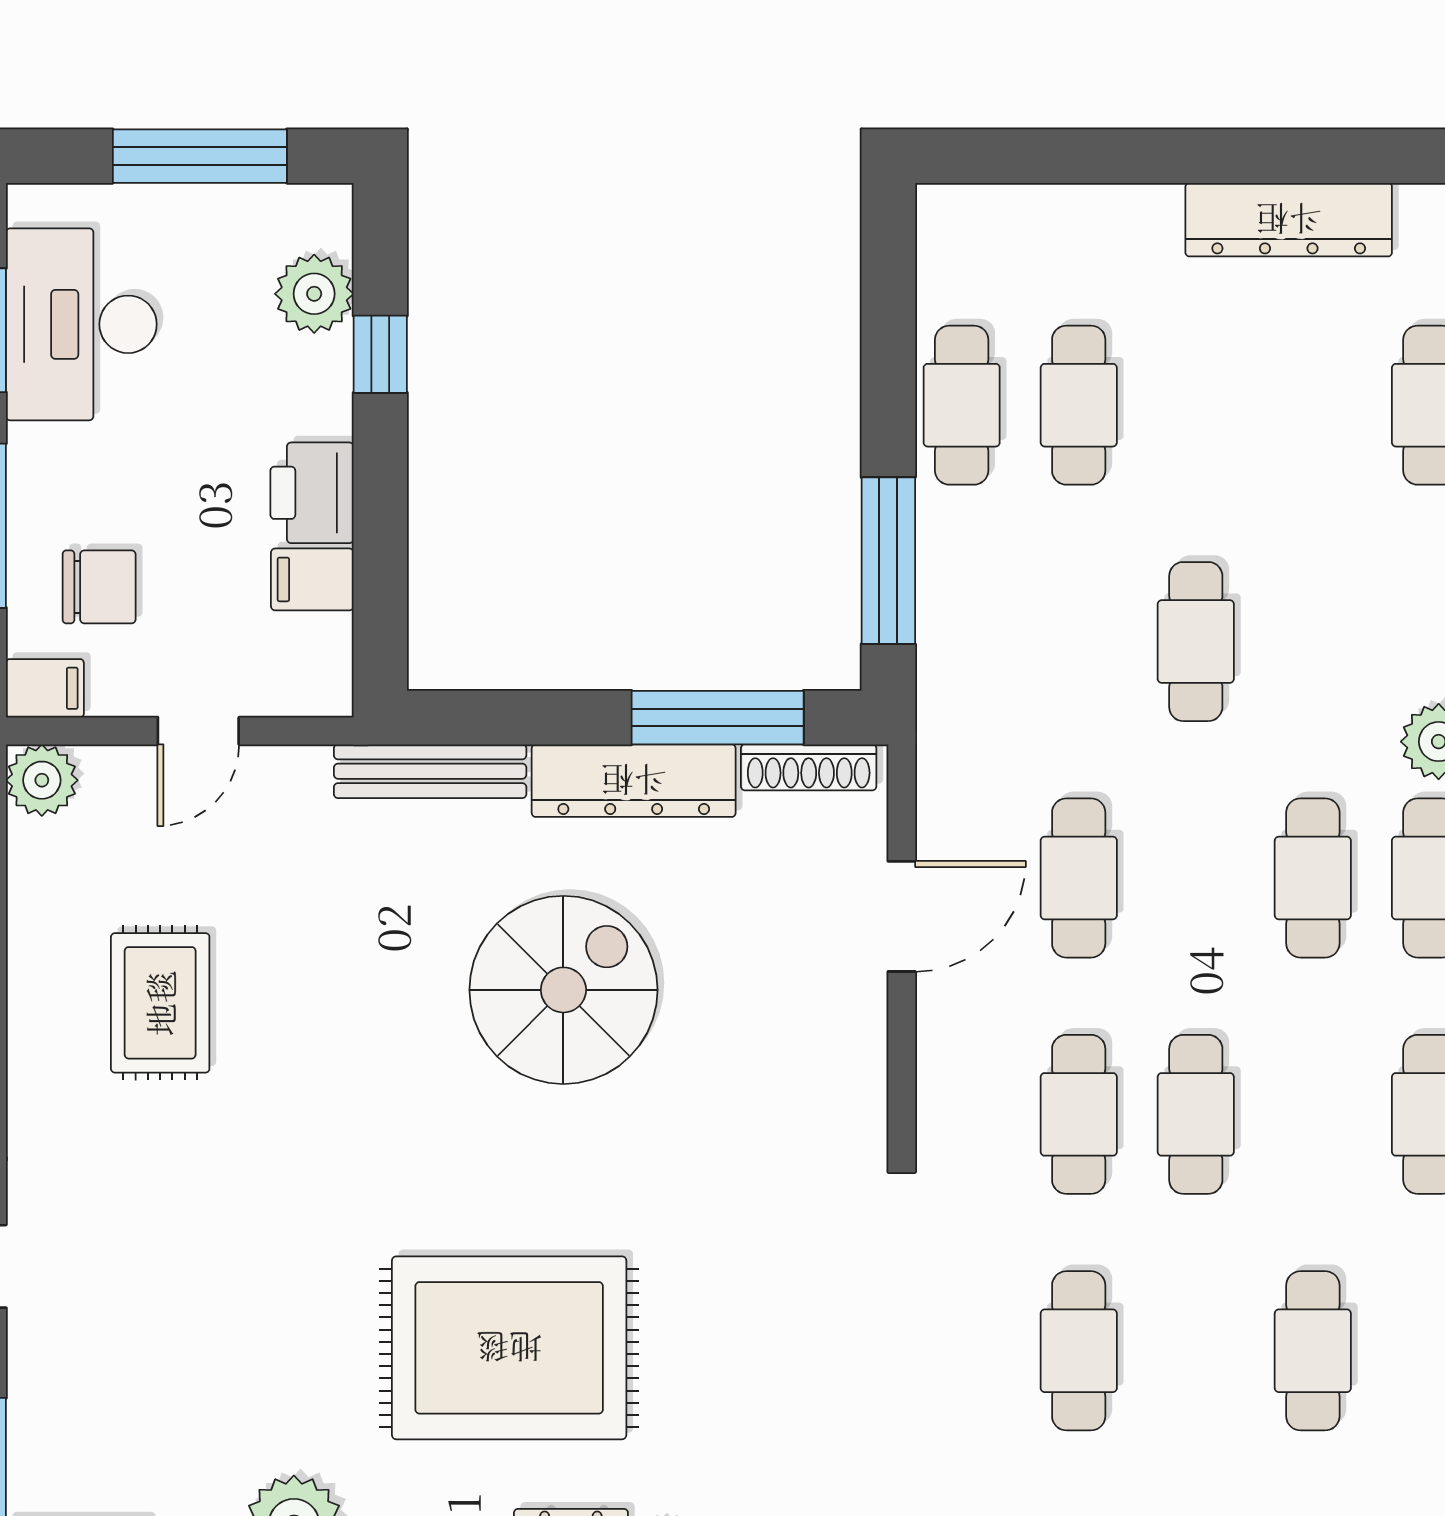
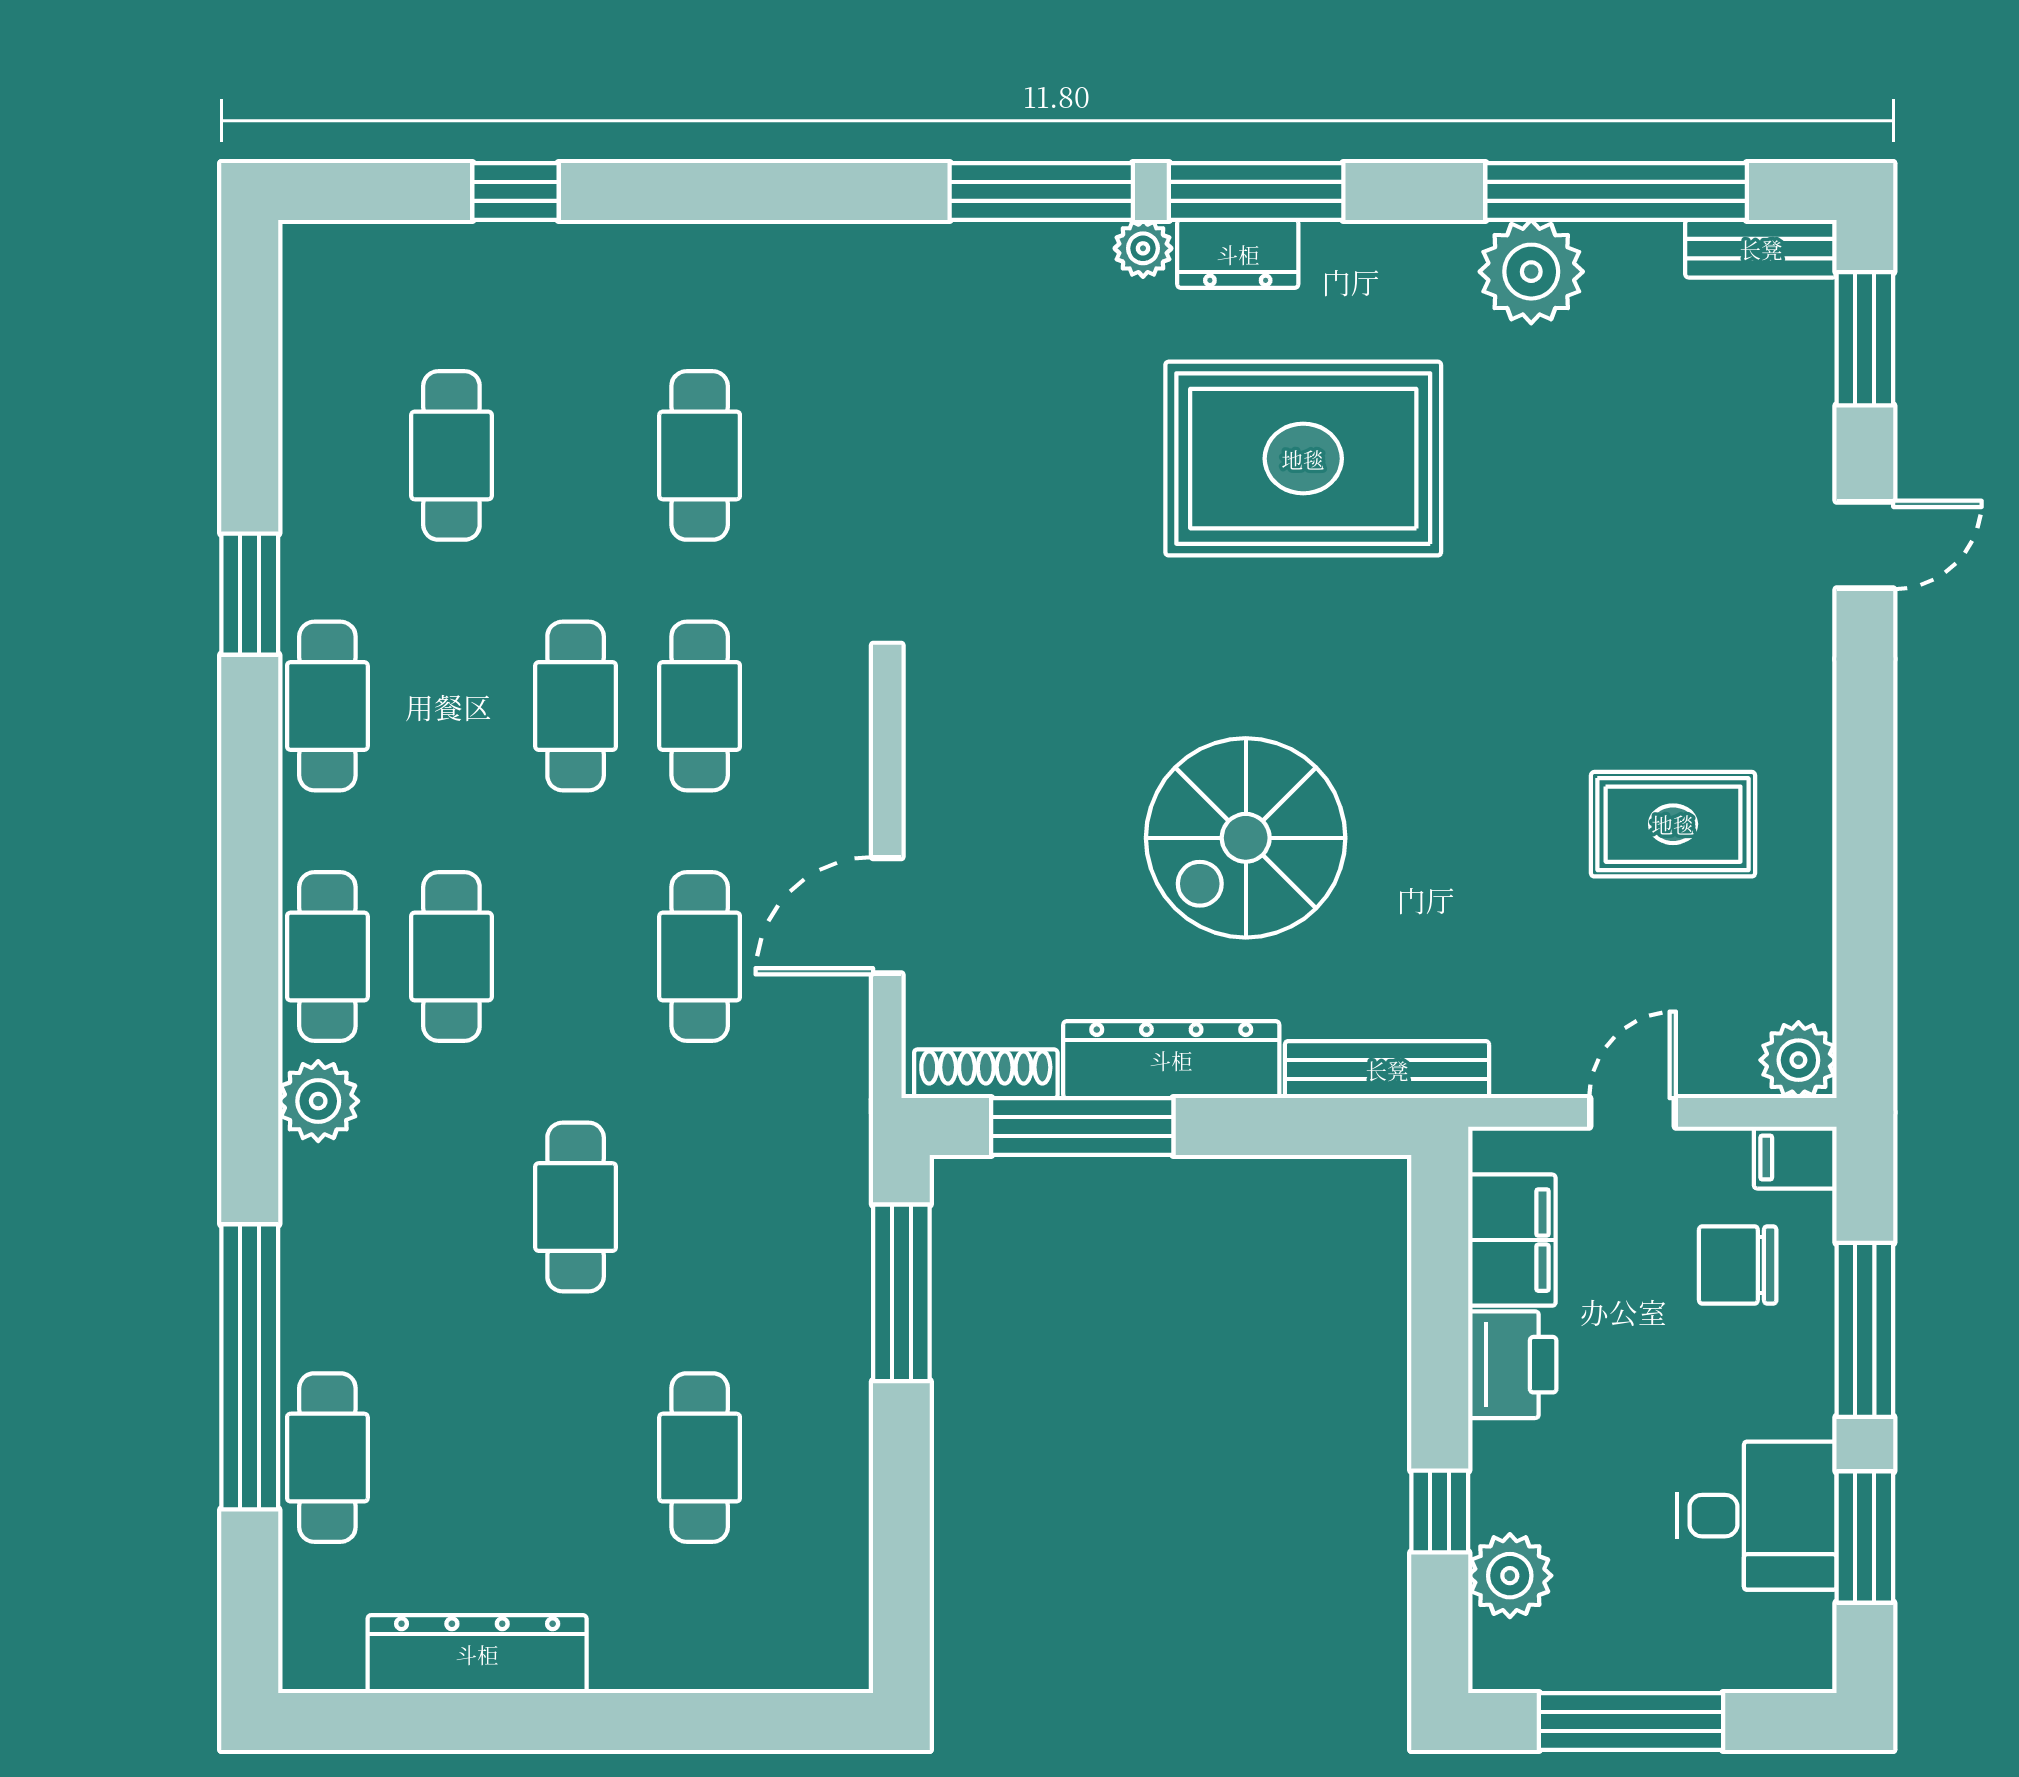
desk: (81, 324) -> (1757, 1516), width x0.73
cafe table: (962, 405) -> (824, 1458), removed
filing cabinet: (312, 579) -> (1512, 1240), width x2.00
rug: (160, 1003) -> (1673, 824), turned 90

